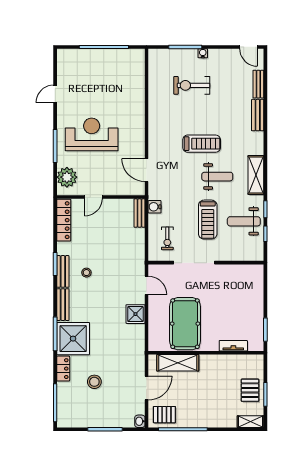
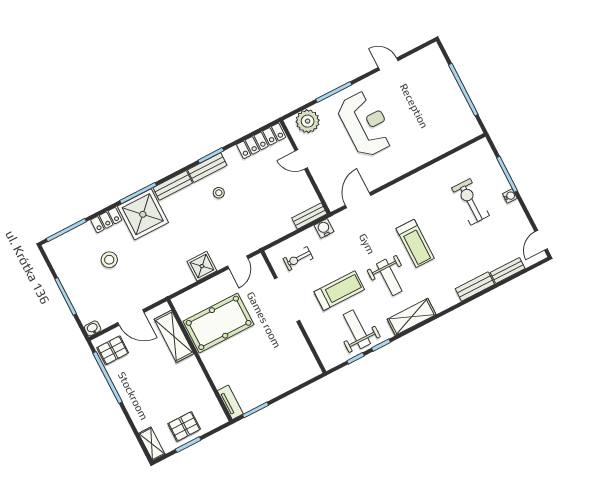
treadmill: (208, 220) -> (339, 291), turned 180
tv unit: (233, 346) -> (230, 402), moved
pallet: (164, 415) -> (113, 350), turned 90

